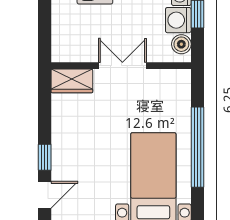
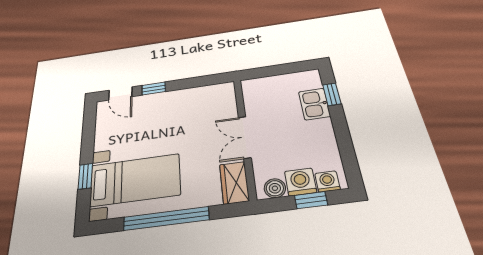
double door: (122, 66) -> (245, 137), swing flipped
wardrobe: (72, 81) -> (234, 183), moved

